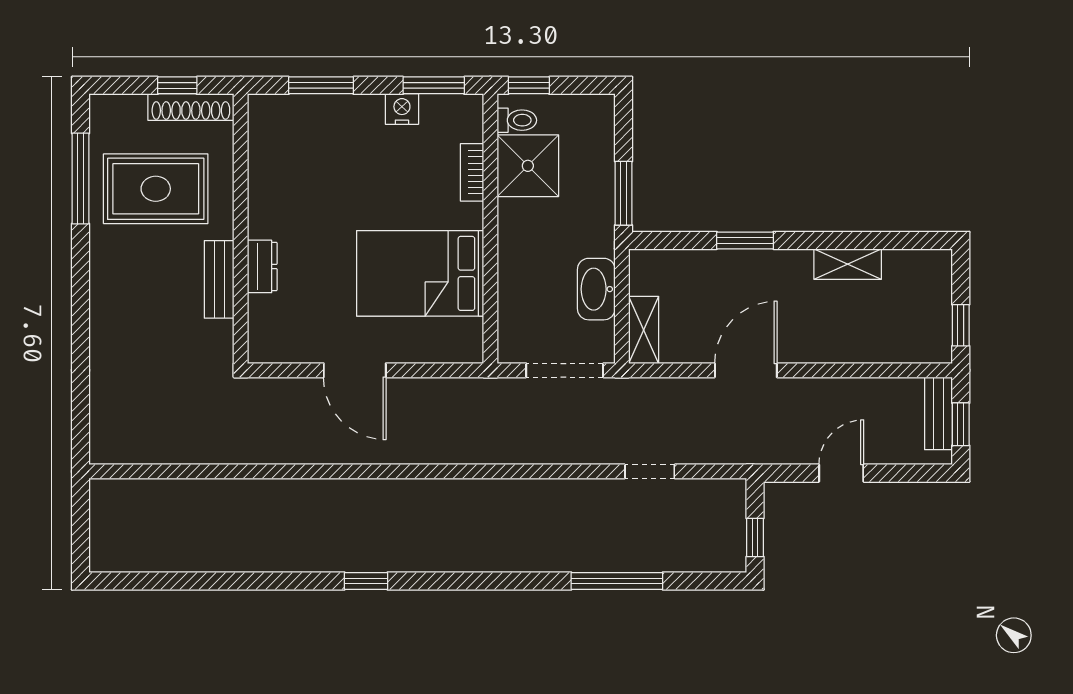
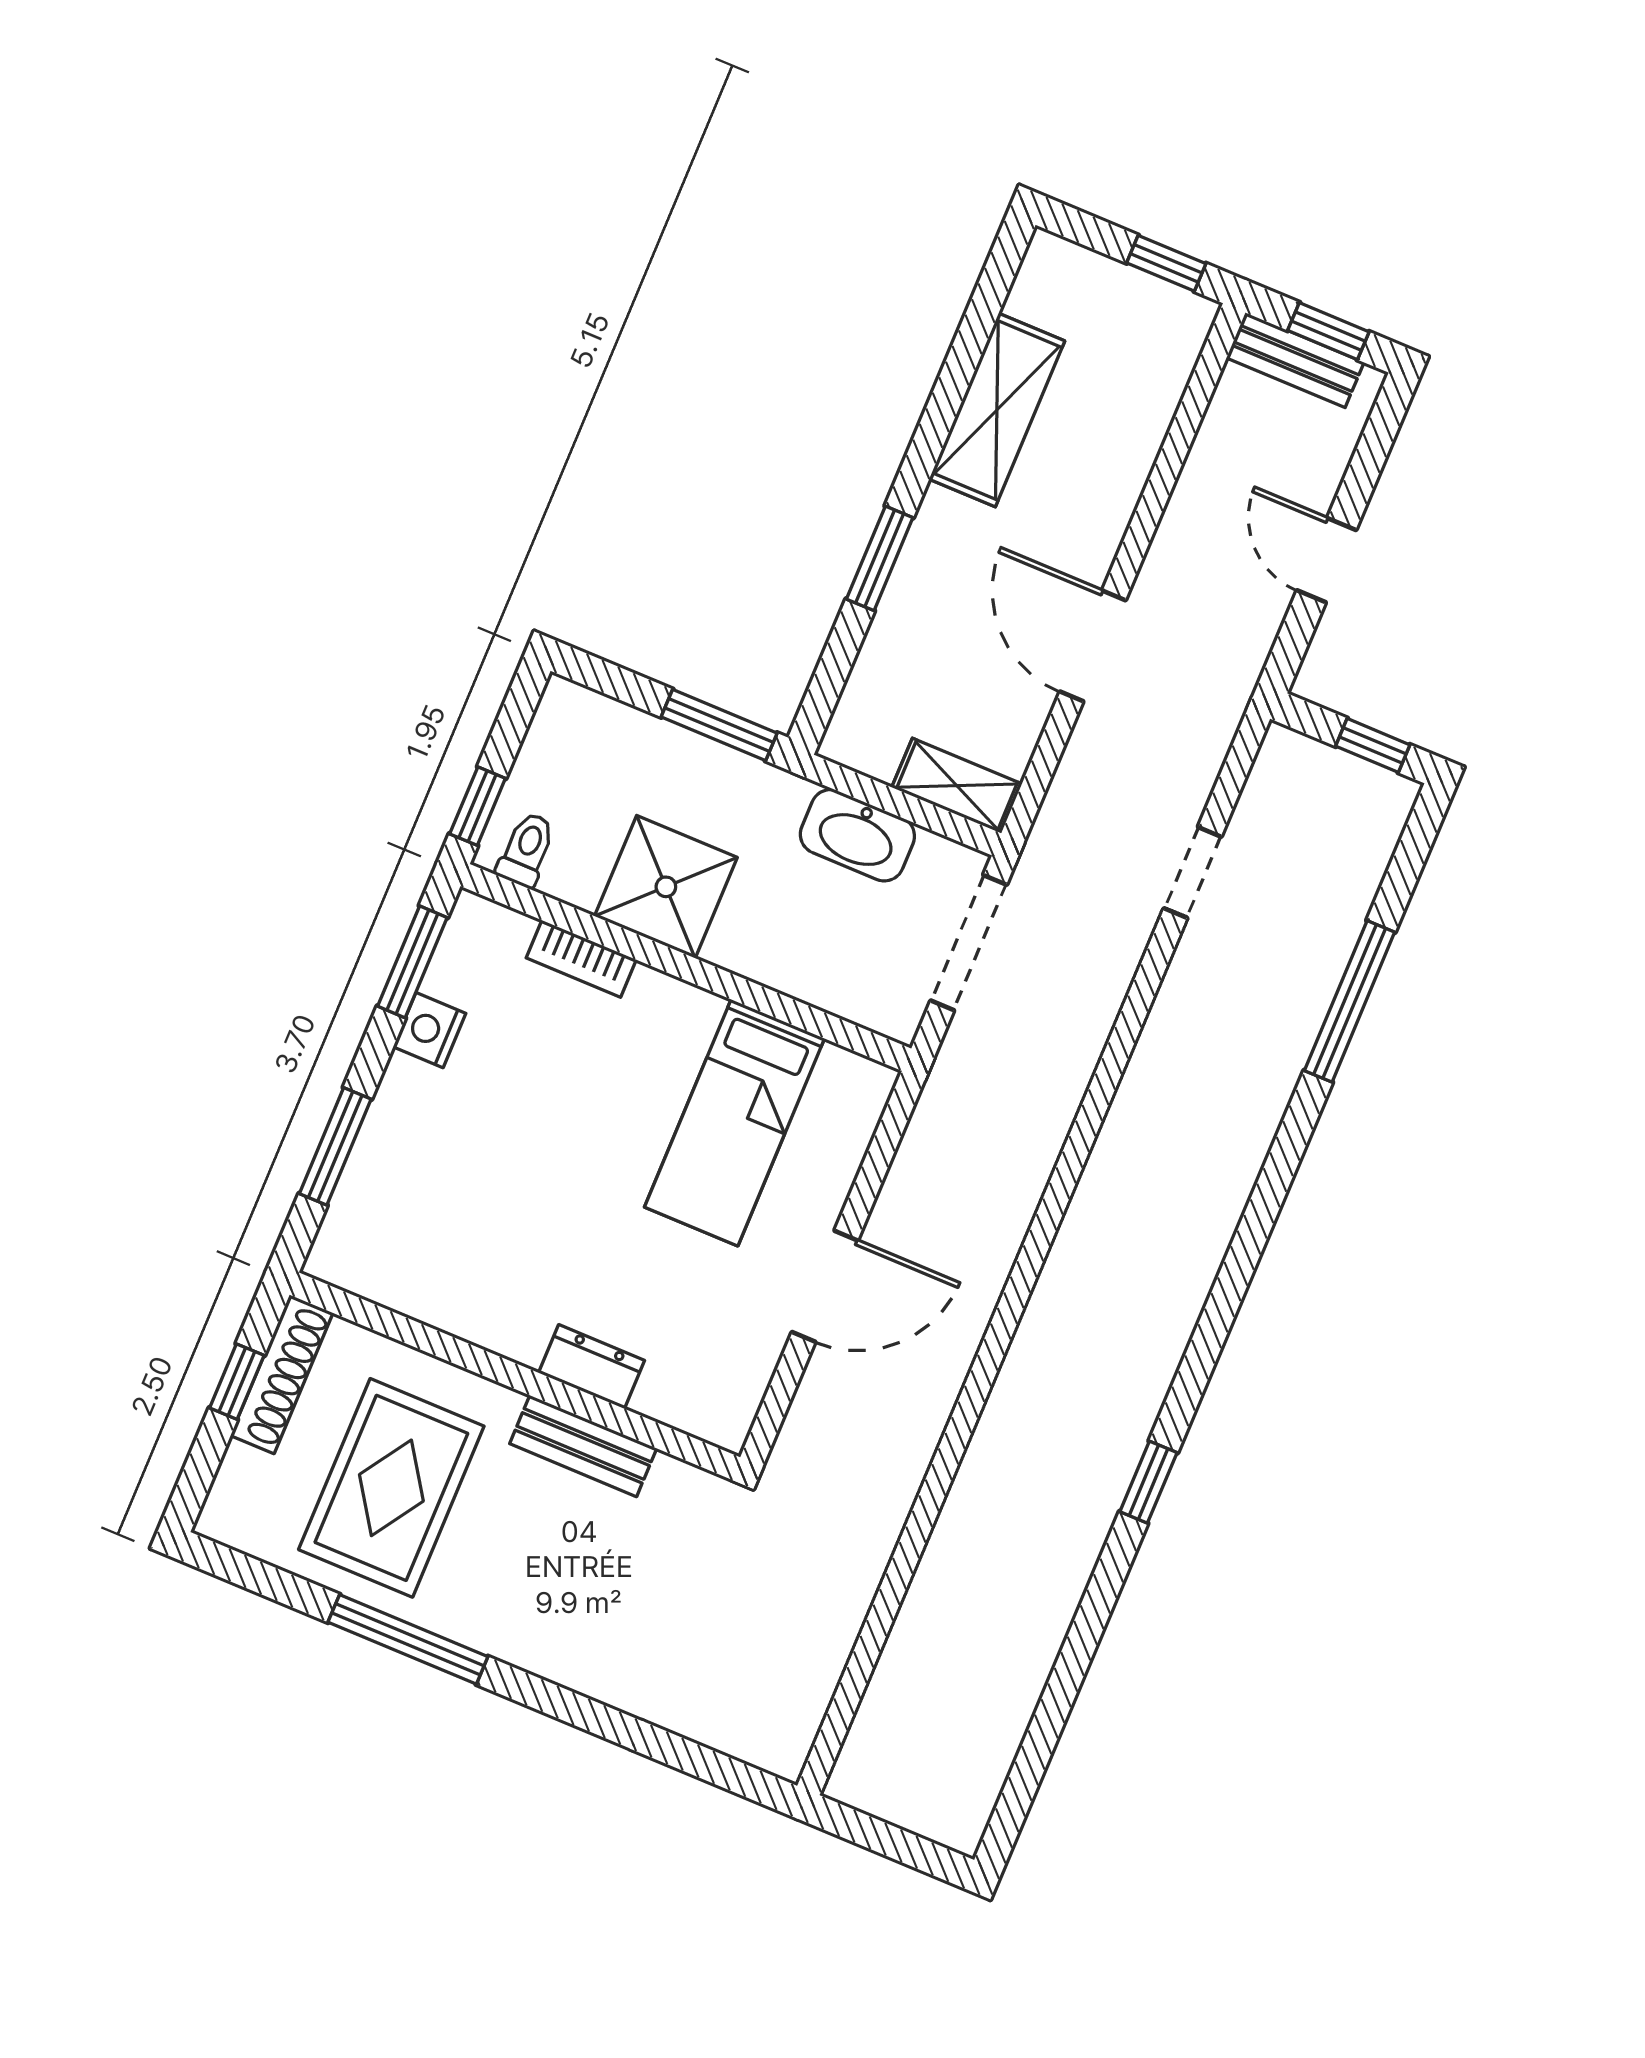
shower: (528, 166) -> (666, 887), moved
window: (81, 178) -> (408, 1639), moved
shelving: (848, 264) -> (997, 410), width x1.50, depth x1.33
bed: (420, 273) -> (734, 1123), width x0.67
window: (366, 581) -> (1148, 1482), moved

